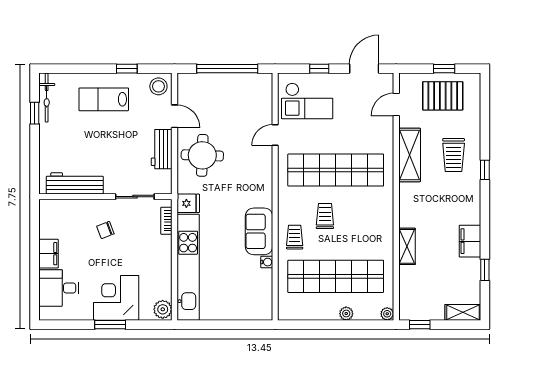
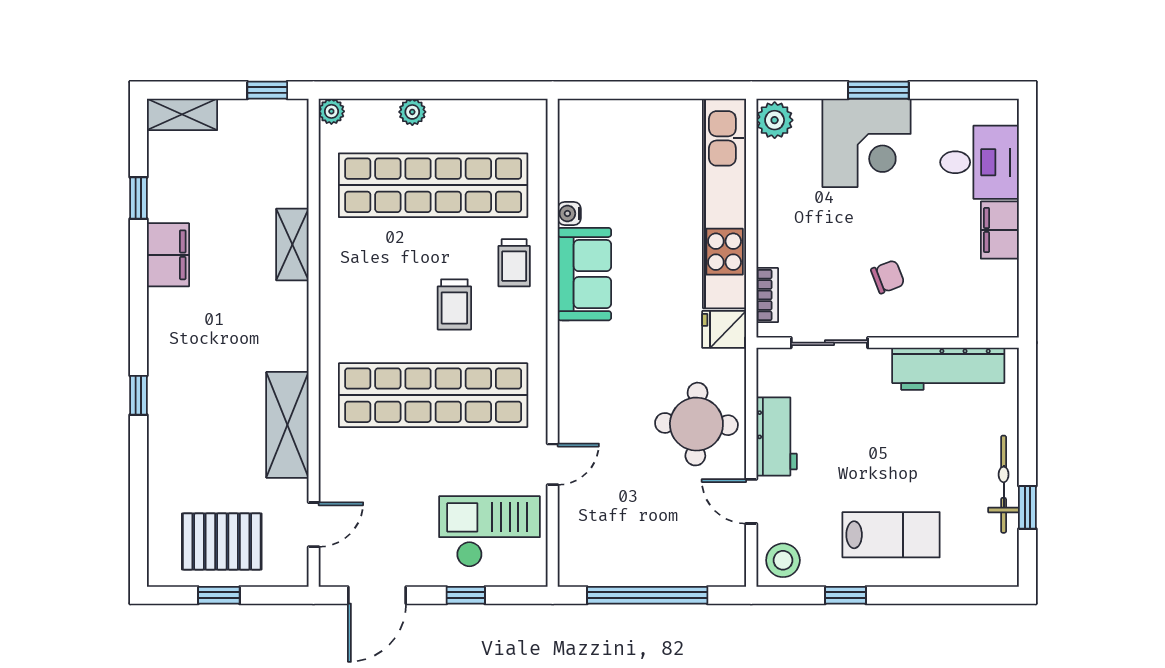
bicycle: (47, 98) -> (1004, 484), moved
trolley: (454, 155) -> (200, 425), removed

